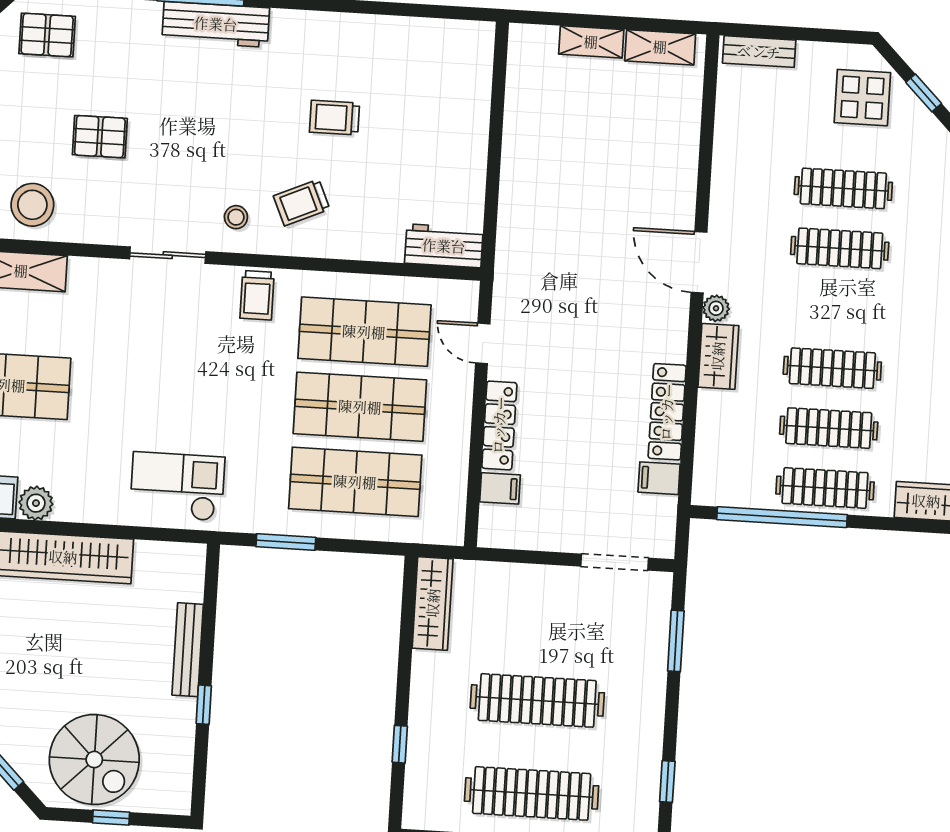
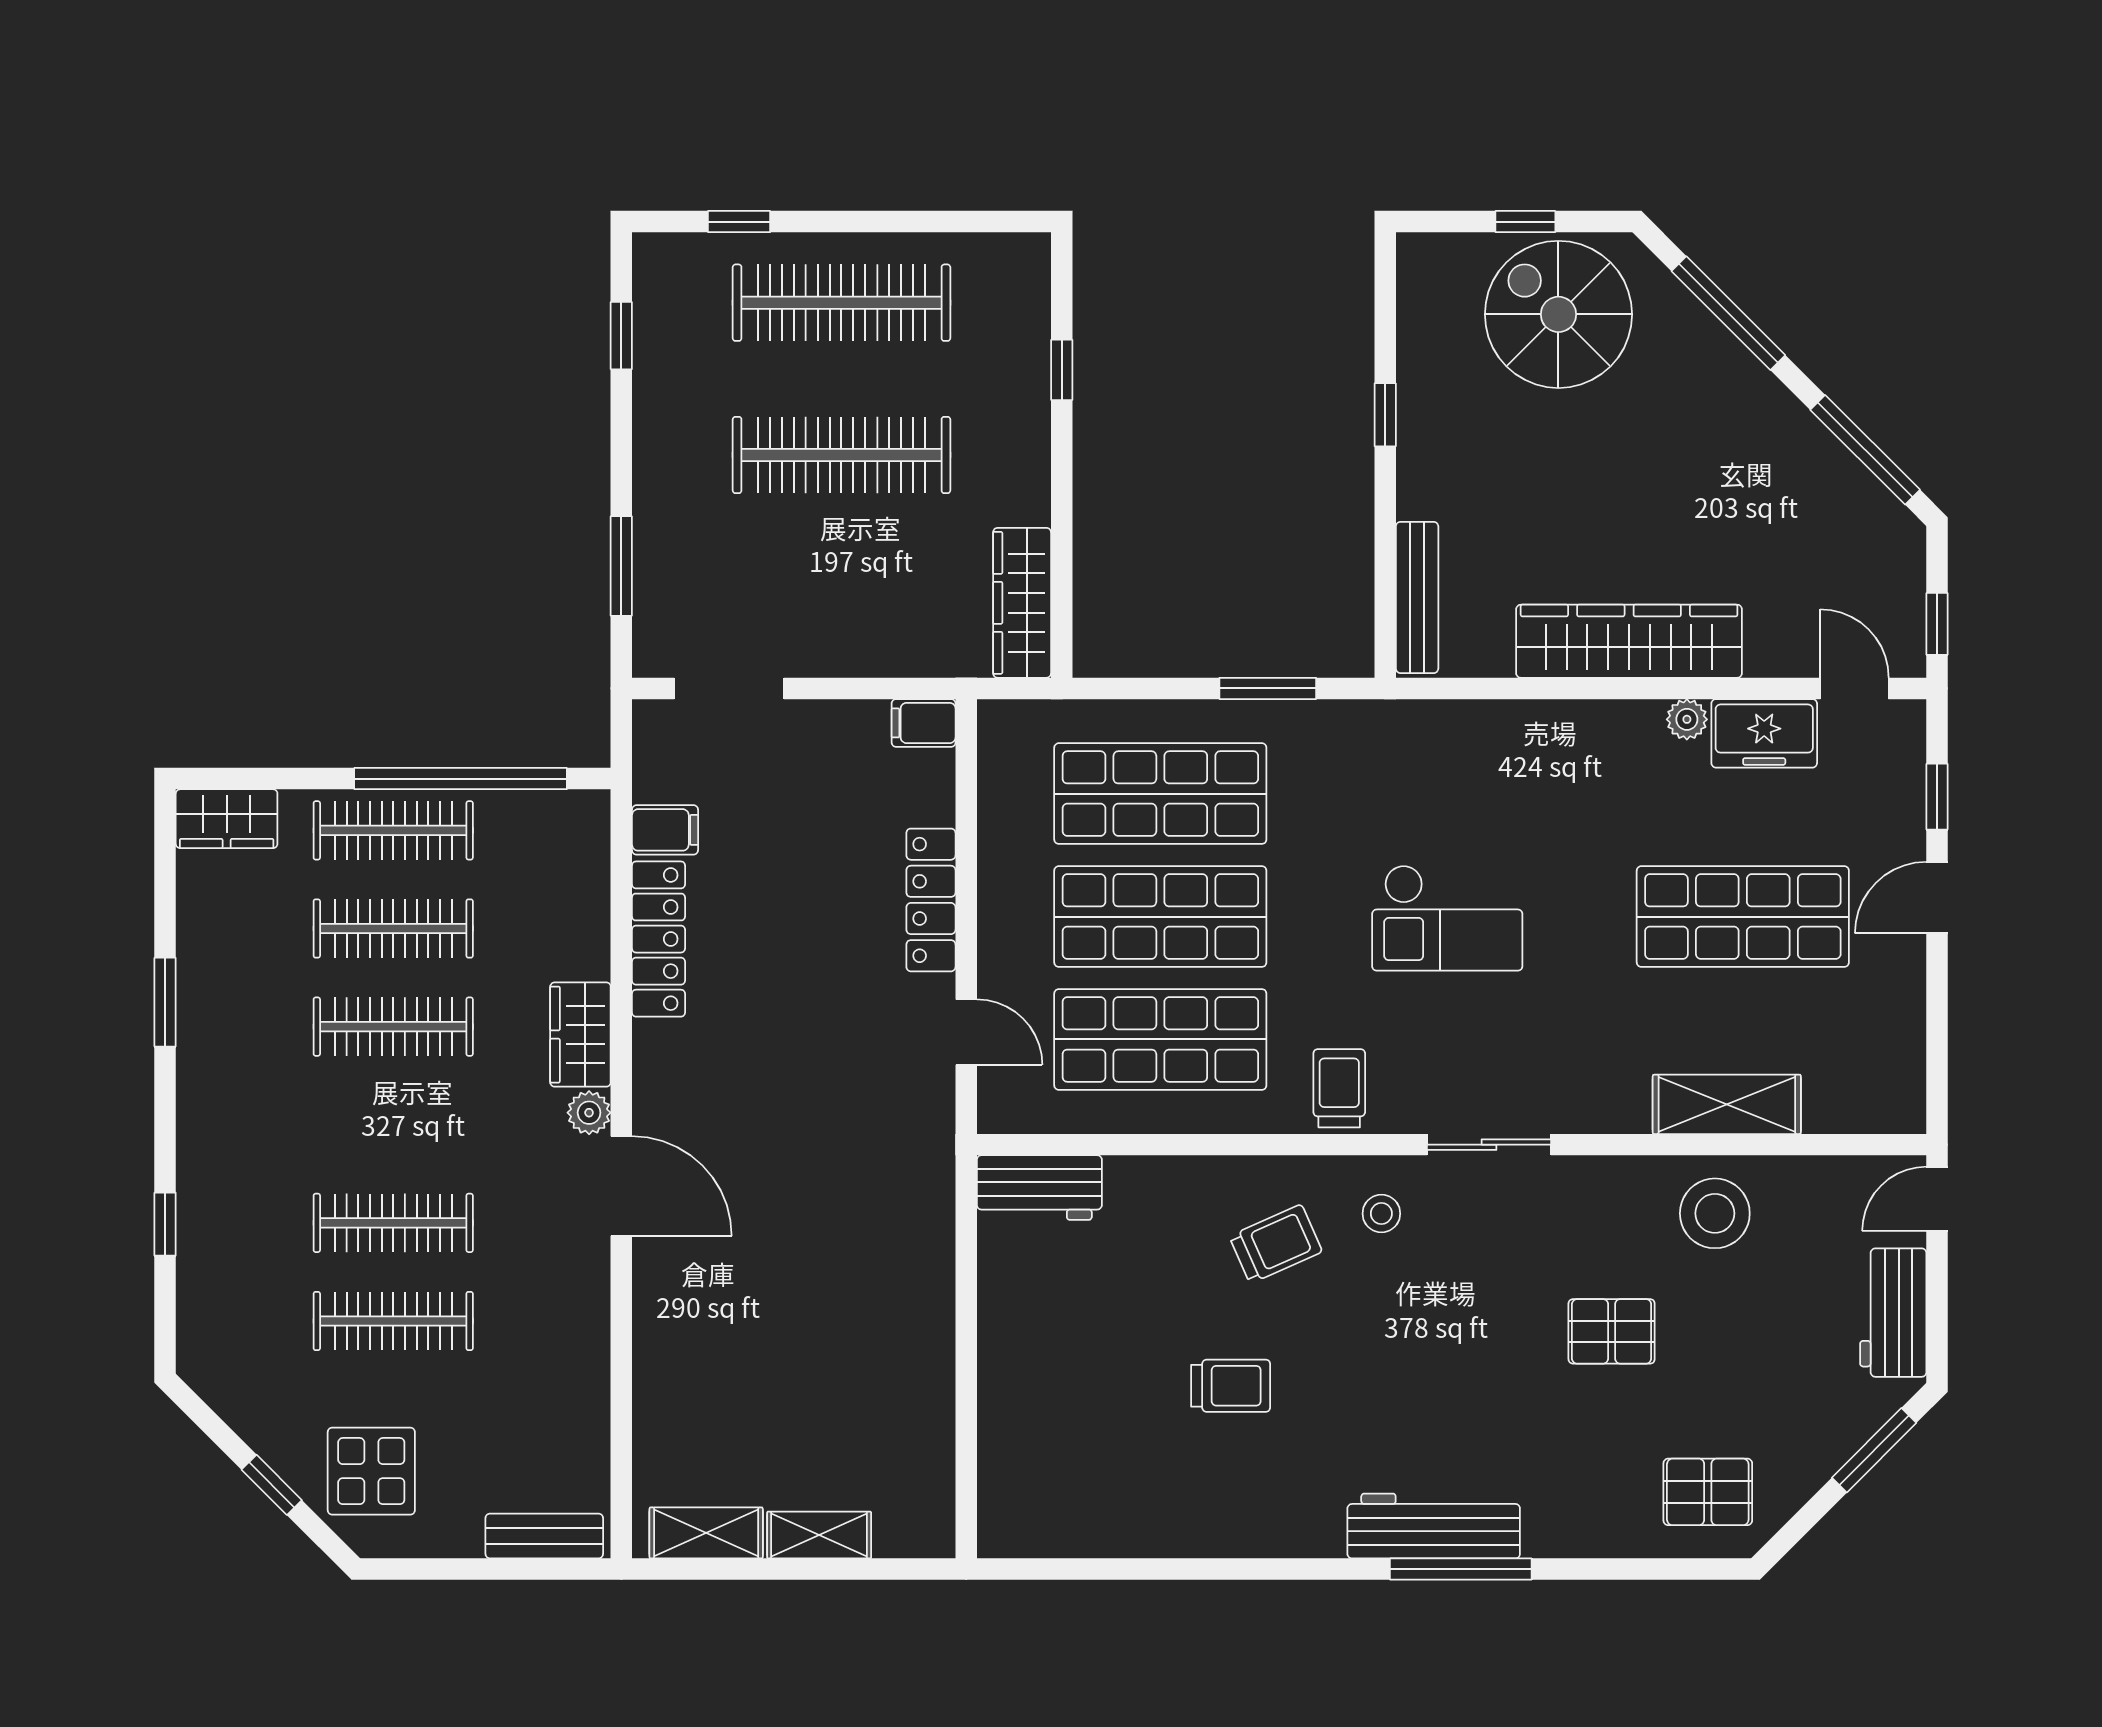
checkout: (177, 486) -> (1447, 918), moved
filing cabinet: (500, 488) -> (924, 723), moved
plant: (36, 503) -> (1687, 719), width x0.73, depth x0.73
bench: (188, 650) -> (1417, 597), moved

